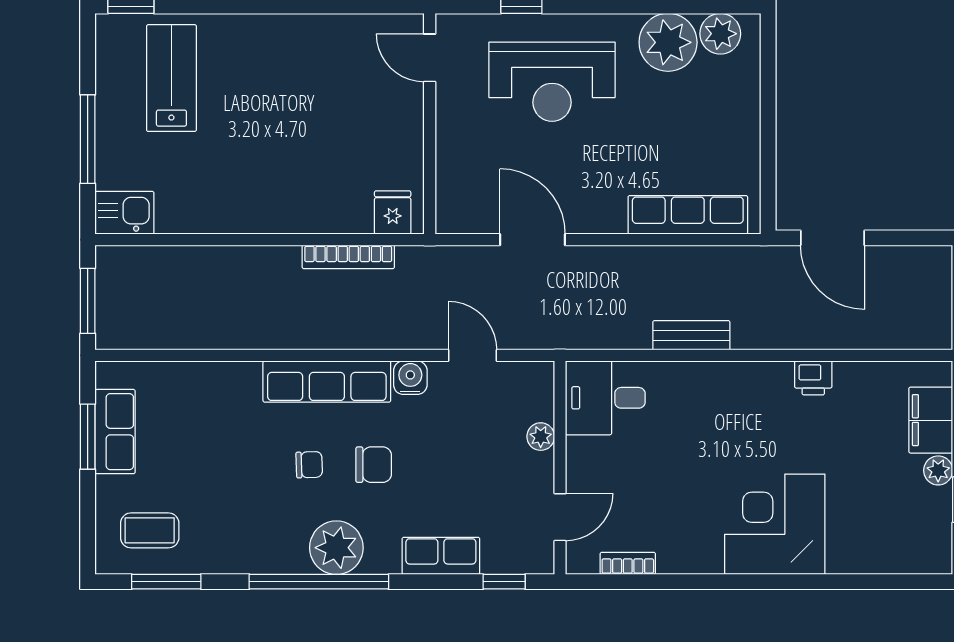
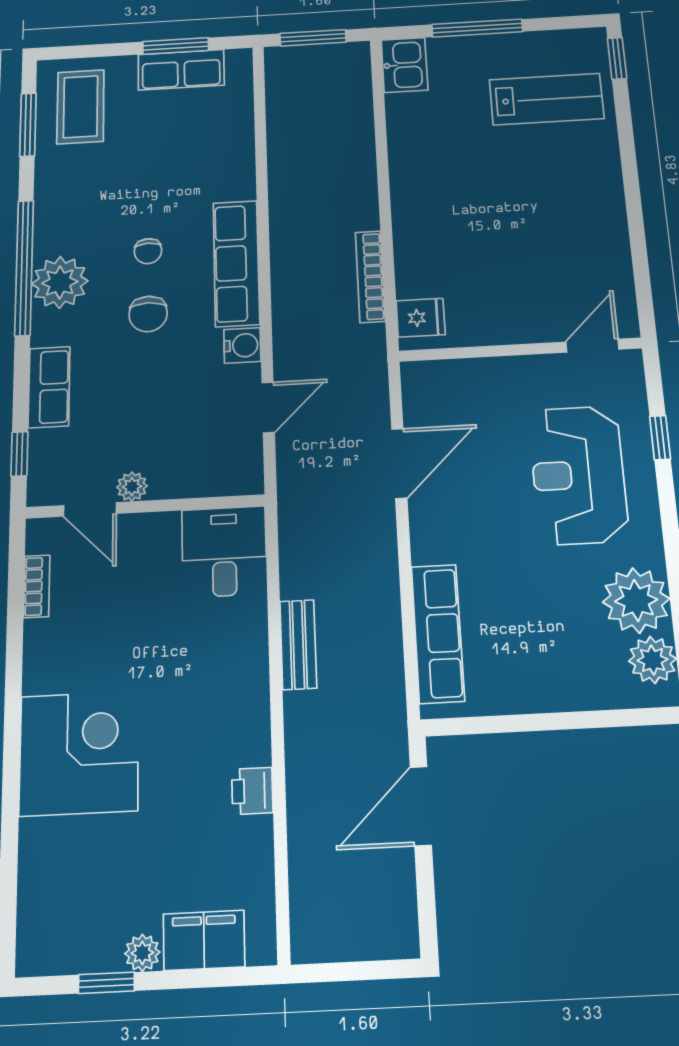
plant: (541, 437) -> (132, 487), moved
coffee table: (150, 530) -> (81, 107), width x1.36, depth x1.30

